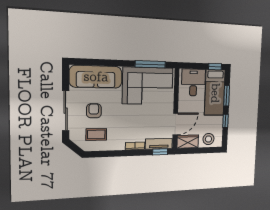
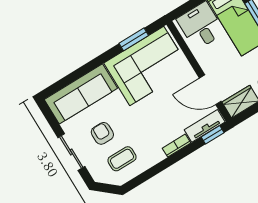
window: (150, 64) -> (134, 39), width x0.69
sliding door: (66, 111) -> (71, 152), width x0.73
door: (175, 124) -> (210, 90), swing flipped

